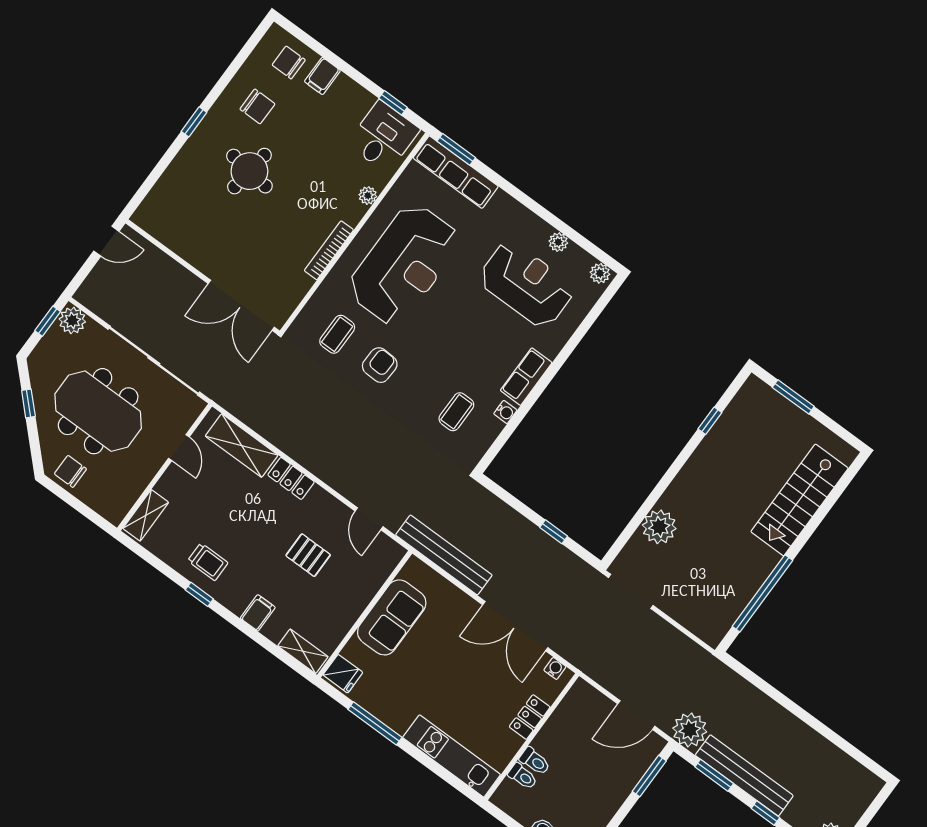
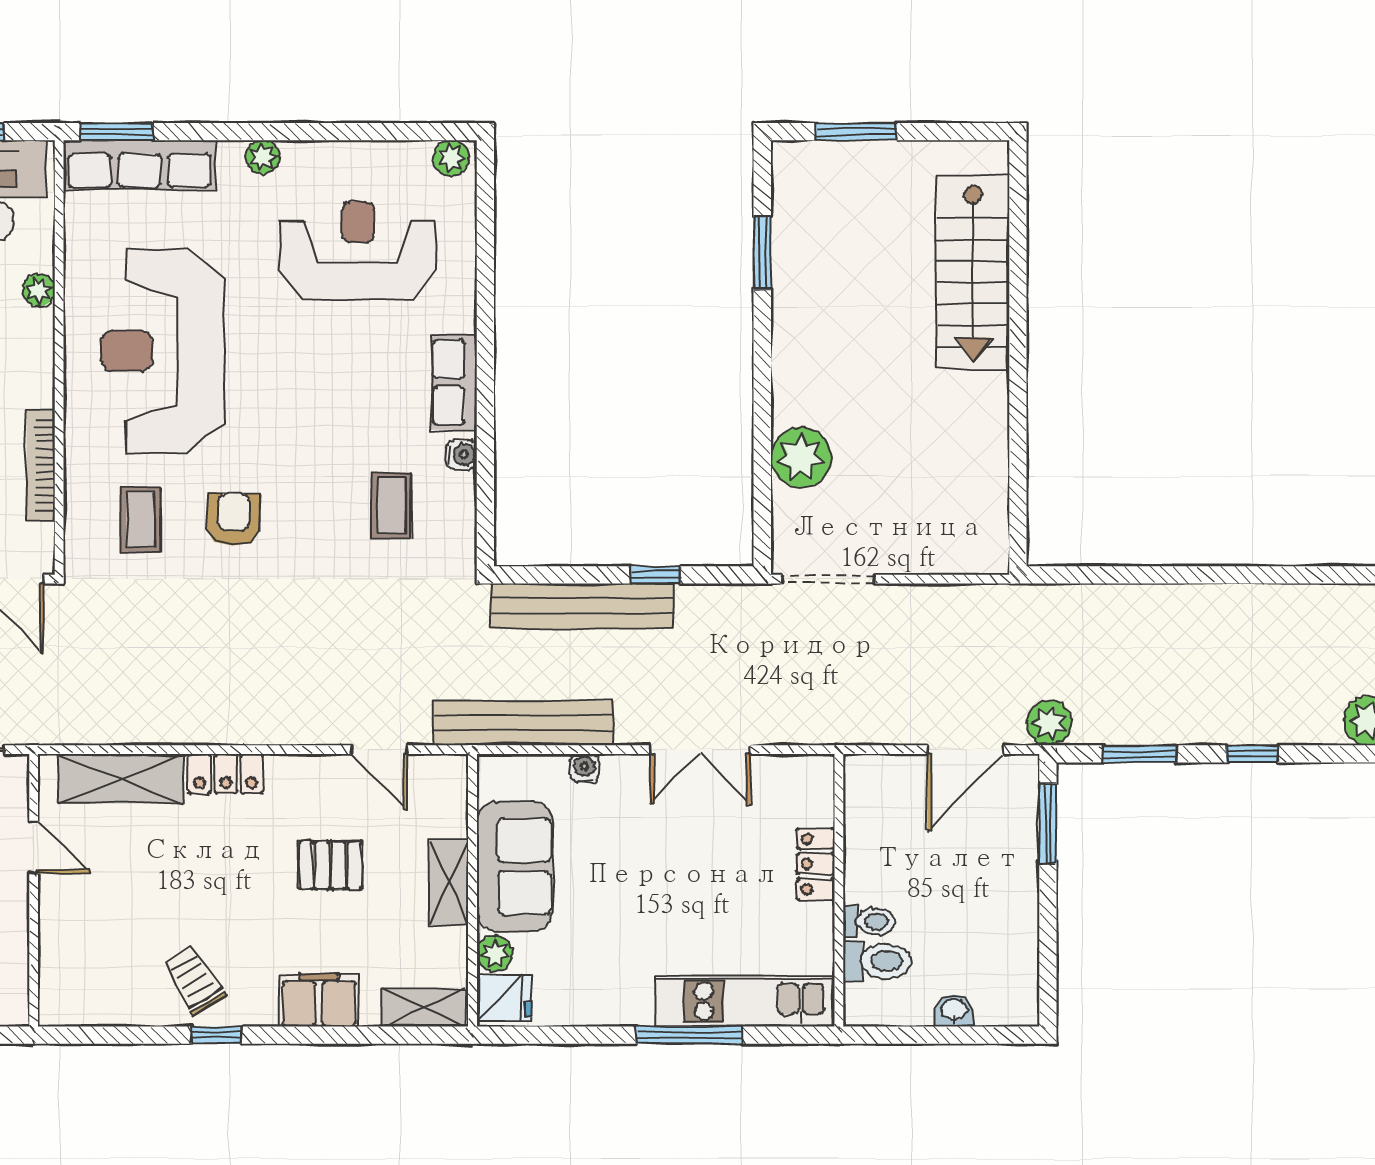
plant: (558, 242) -> (263, 157), moved
bookcase: (329, 250) -> (41, 465), moved
reception desk: (404, 265) -> (163, 351), turned 180
window: (710, 421) -> (762, 253), width x1.50
shelving: (146, 515) -> (449, 882), moved
trolley: (208, 562) -> (194, 980), turned -121
window: (762, 593) -> (1018, 444), removed
filing cabinet: (258, 613) -> (319, 1000), width x2.00
double door: (515, 626) -> (700, 750), width x0.73
plant: (354, 650) -> (495, 953), added
water cooler: (555, 668) -> (584, 768), moved
window: (375, 723) -> (689, 1035), moved
plant: (690, 730) -> (1049, 723), width x0.73, depth x0.73
bench: (744, 775) -> (582, 606), moved
toilet: (523, 776) -> (877, 961), width x1.37, depth x1.39

